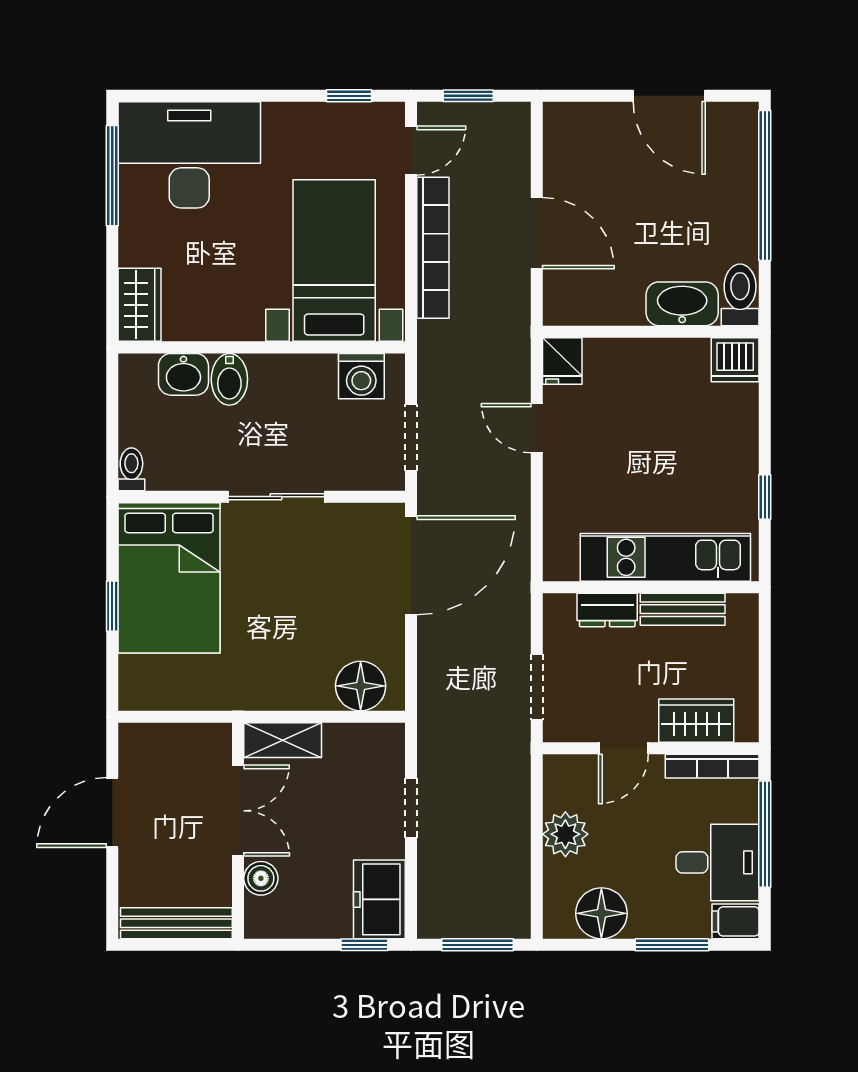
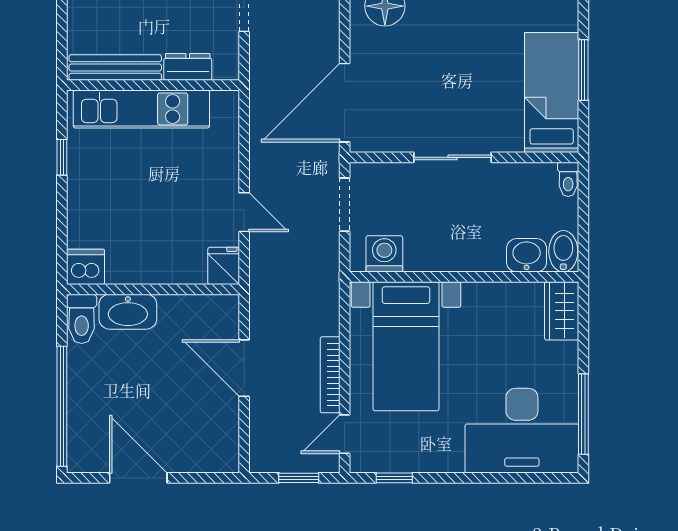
bookcase: (433, 248) -> (330, 375), width x0.68, depth x0.76
bidet: (229, 379) -> (563, 251), moved
bed: (169, 578) -> (552, 92), width x0.67
window: (112, 606) -> (583, 70), width x1.50
bench: (683, 609) -> (115, 68), width x1.36

